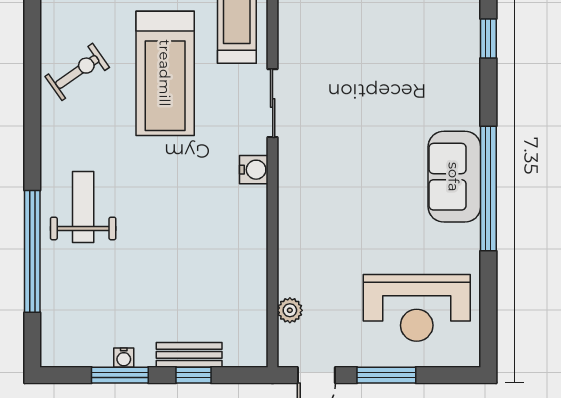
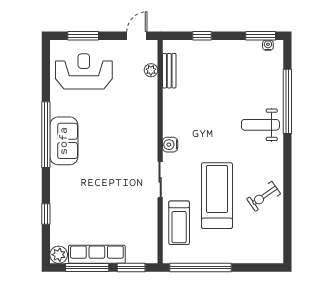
weight bench: (83, 207) -> (260, 125), turned 90
bench: (189, 355) -> (169, 71), moved, turned 90
water cooler: (124, 358) -> (268, 45), moved
window: (120, 375) -> (261, 36), moved
window: (386, 375) -> (83, 36), moved

